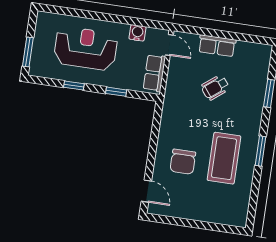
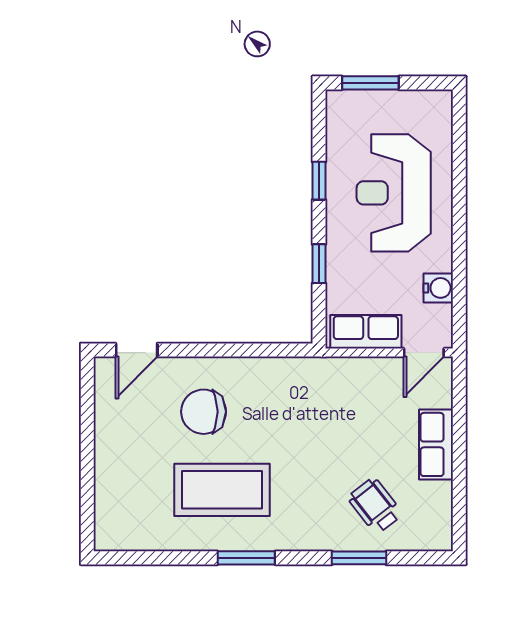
reception desk: (86, 48) -> (394, 193), turned 180
wheelchair: (215, 87) -> (375, 506), moved

